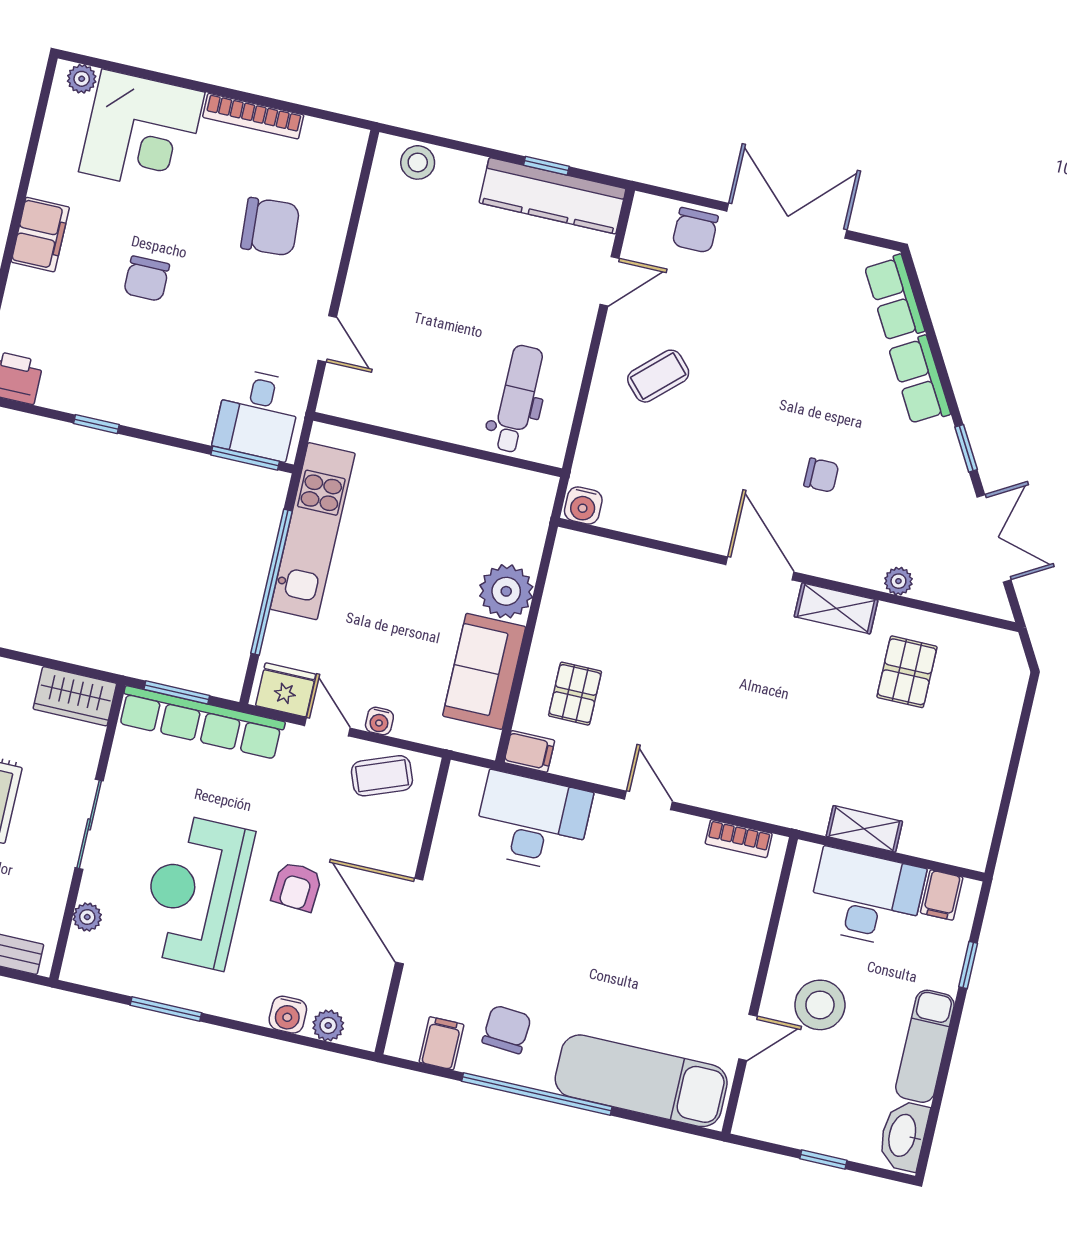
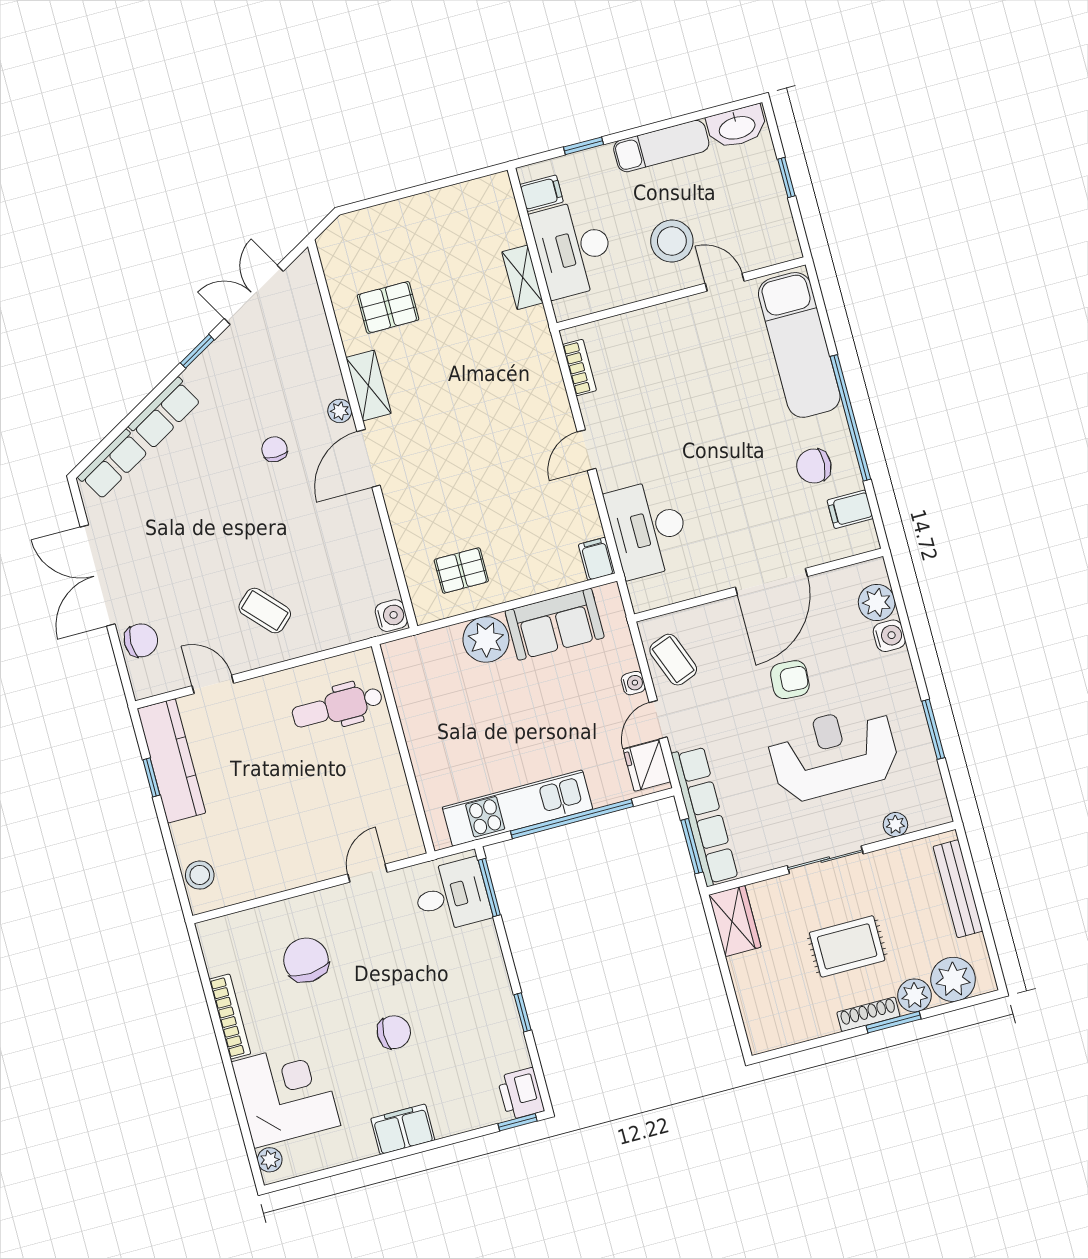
plant: (898, 581) -> (340, 411), moved
pallet: (575, 694) -> (461, 571), moved
reception desk: (196, 891) -> (833, 753), turned 180
plant: (328, 1025) -> (877, 602), width x1.38, depth x1.38

